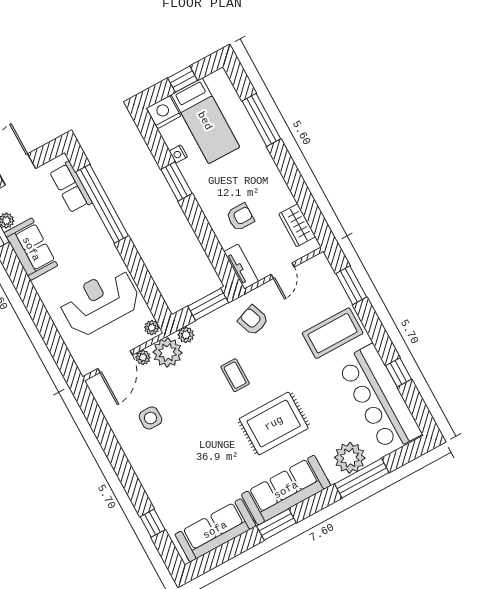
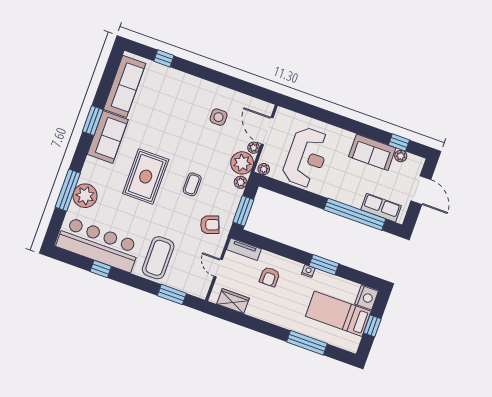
nightstand: (178, 154) -> (308, 271), moved
coffee table: (235, 375) -> (192, 184), turned 90
sofa: (286, 490) -> (108, 137), width x0.73

